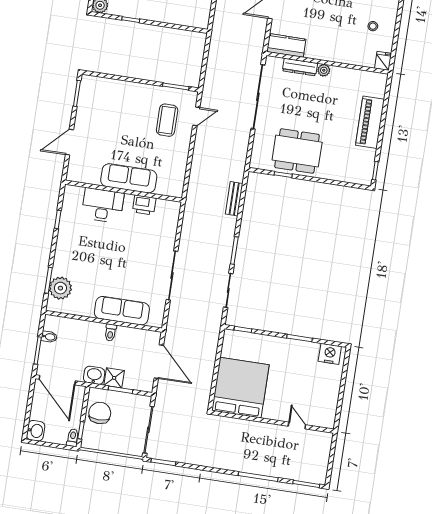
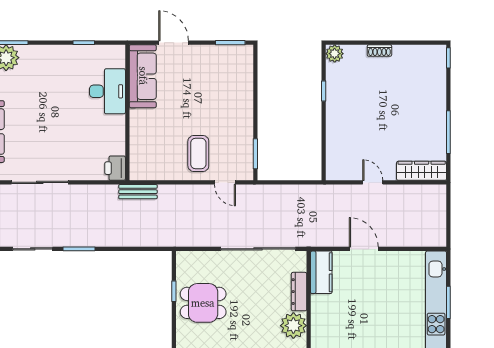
plant: (324, 70) -> (293, 326), width x1.88, depth x1.88
coffee table: (167, 120) -> (198, 154), moved, turned 90
dining table: (297, 151) -> (203, 303), width x0.73
sofa: (129, 178) -> (143, 76), moved
bench: (234, 199) -> (138, 192), moved
printer: (144, 205) -> (115, 168), moved

